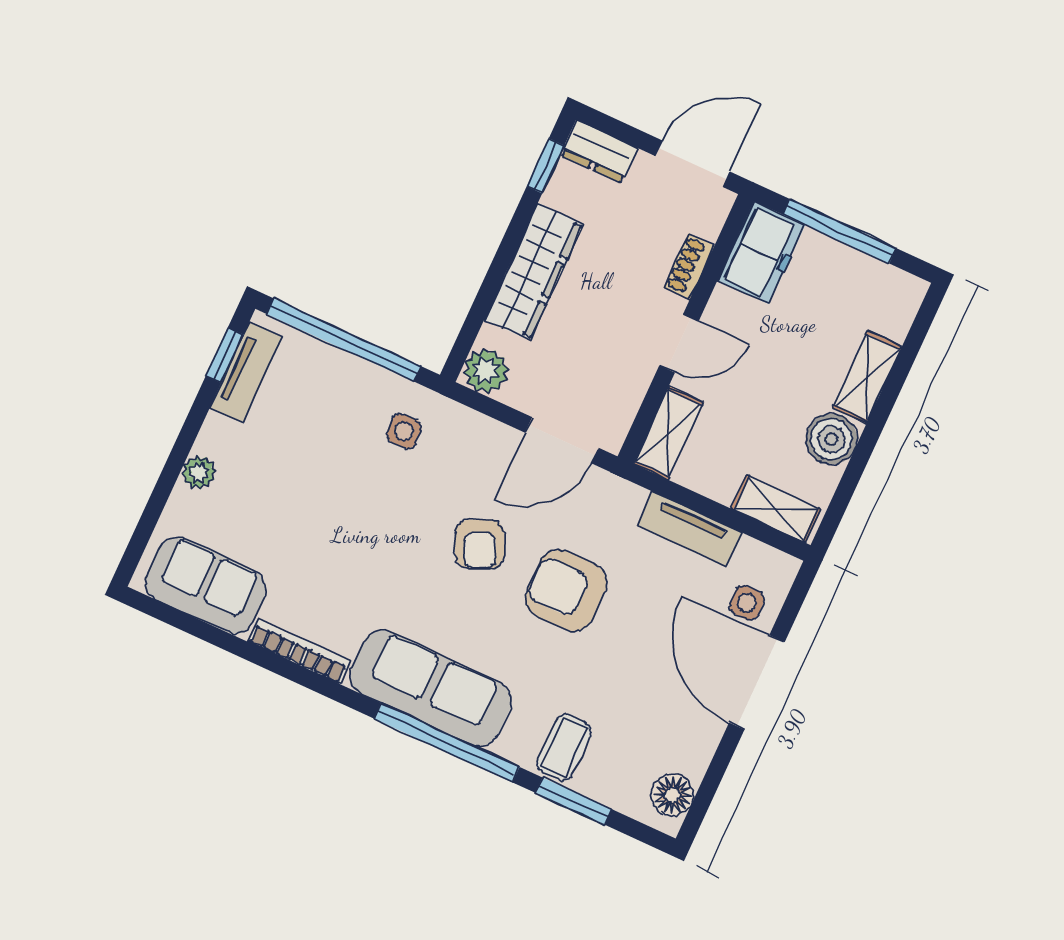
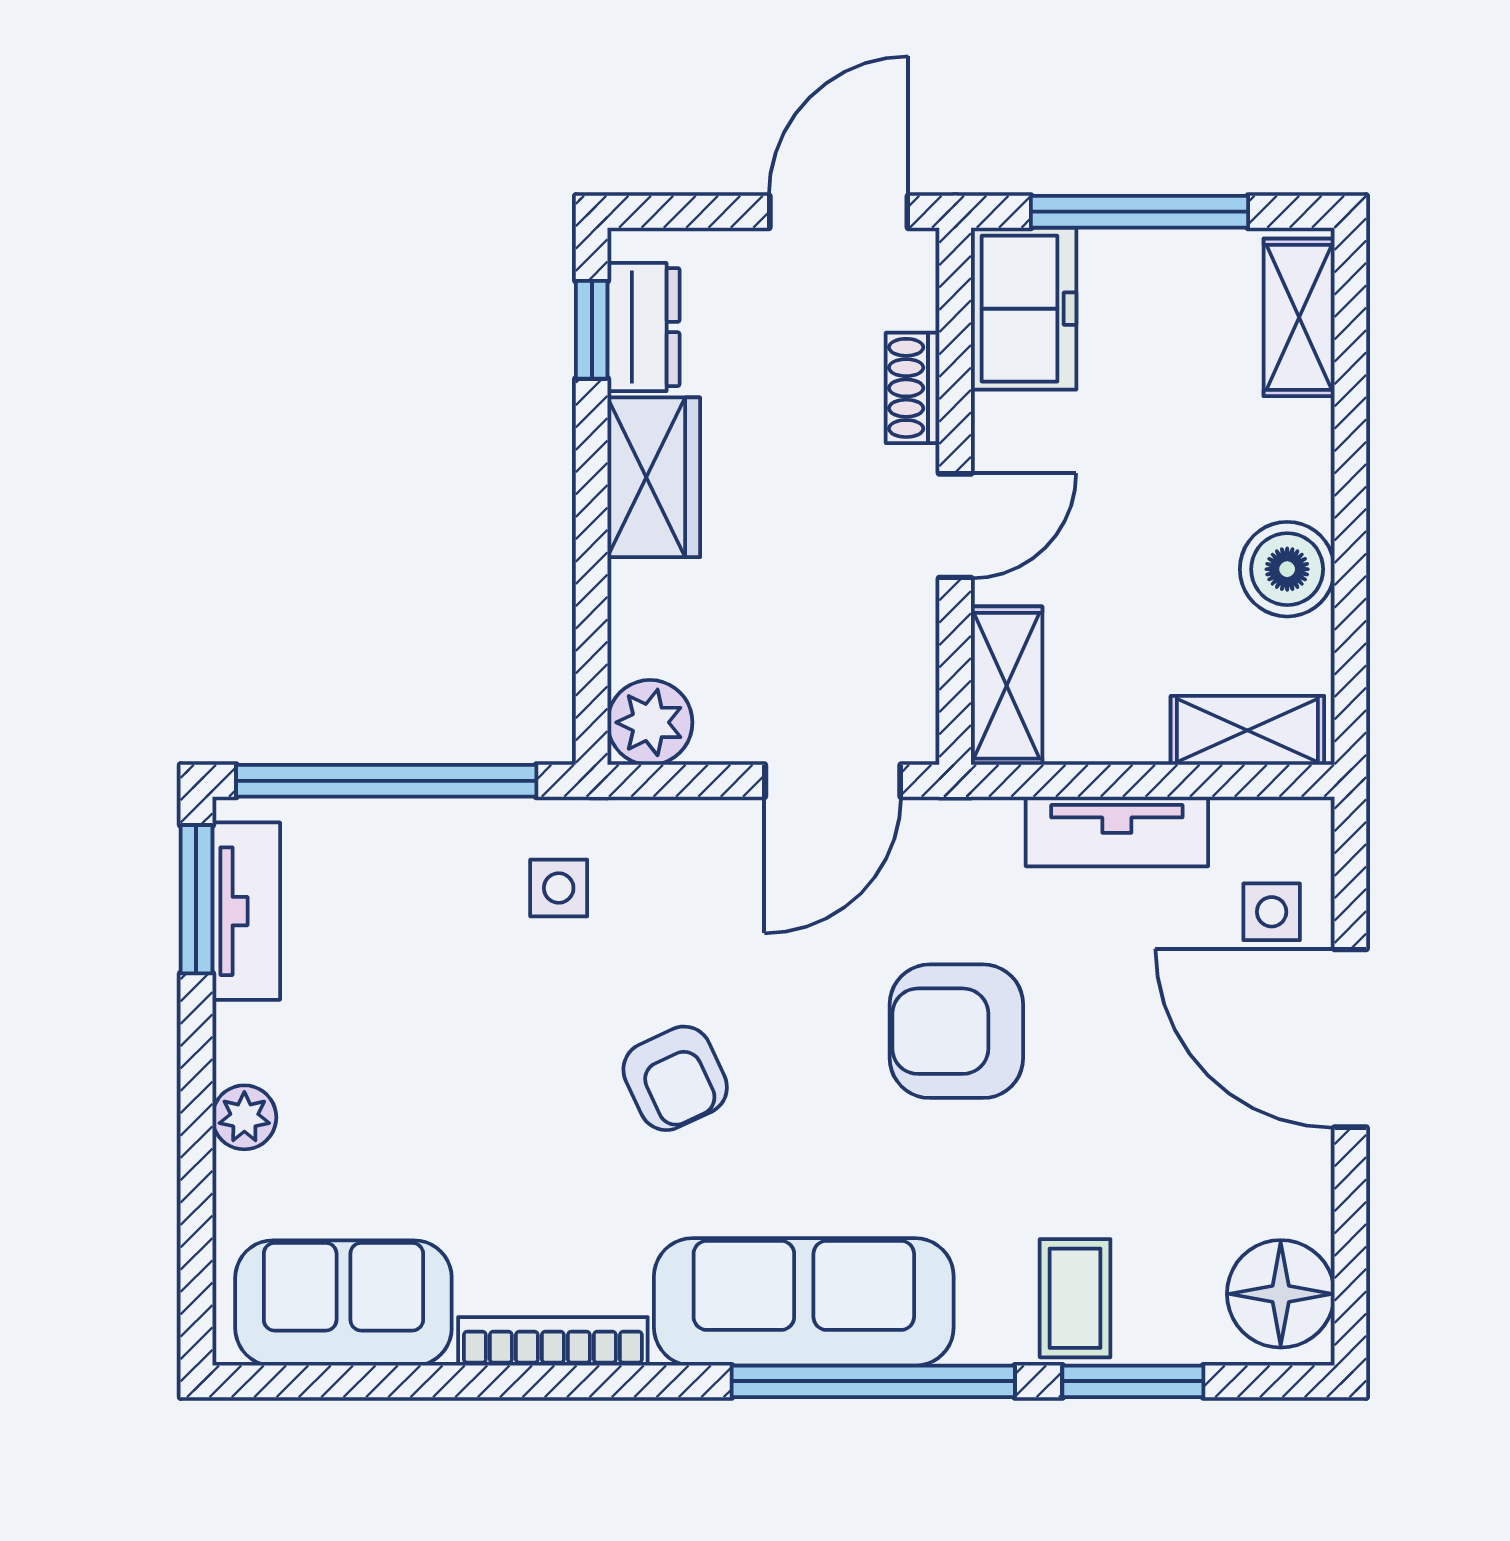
dresser: (599, 152) -> (644, 327), moved, turned -90
wardrobe: (534, 271) -> (654, 477), width x0.67
window: (225, 355) -> (196, 899), width x1.50
shelving: (867, 377) -> (1299, 317), moved
armchair: (480, 544) -> (675, 1078), moved
floor lamp: (673, 795) -> (1281, 1294), width x1.38, depth x1.38

